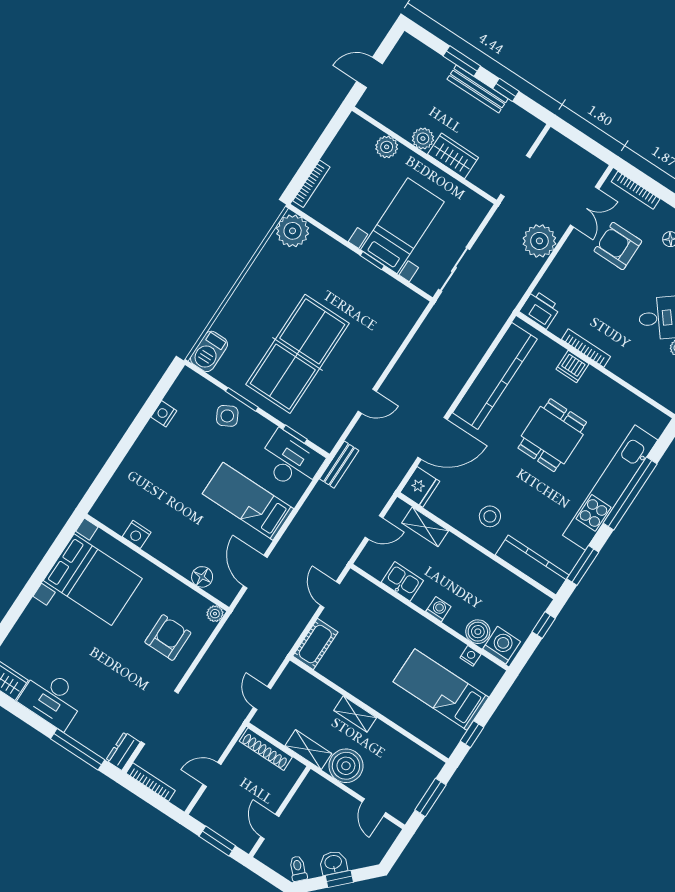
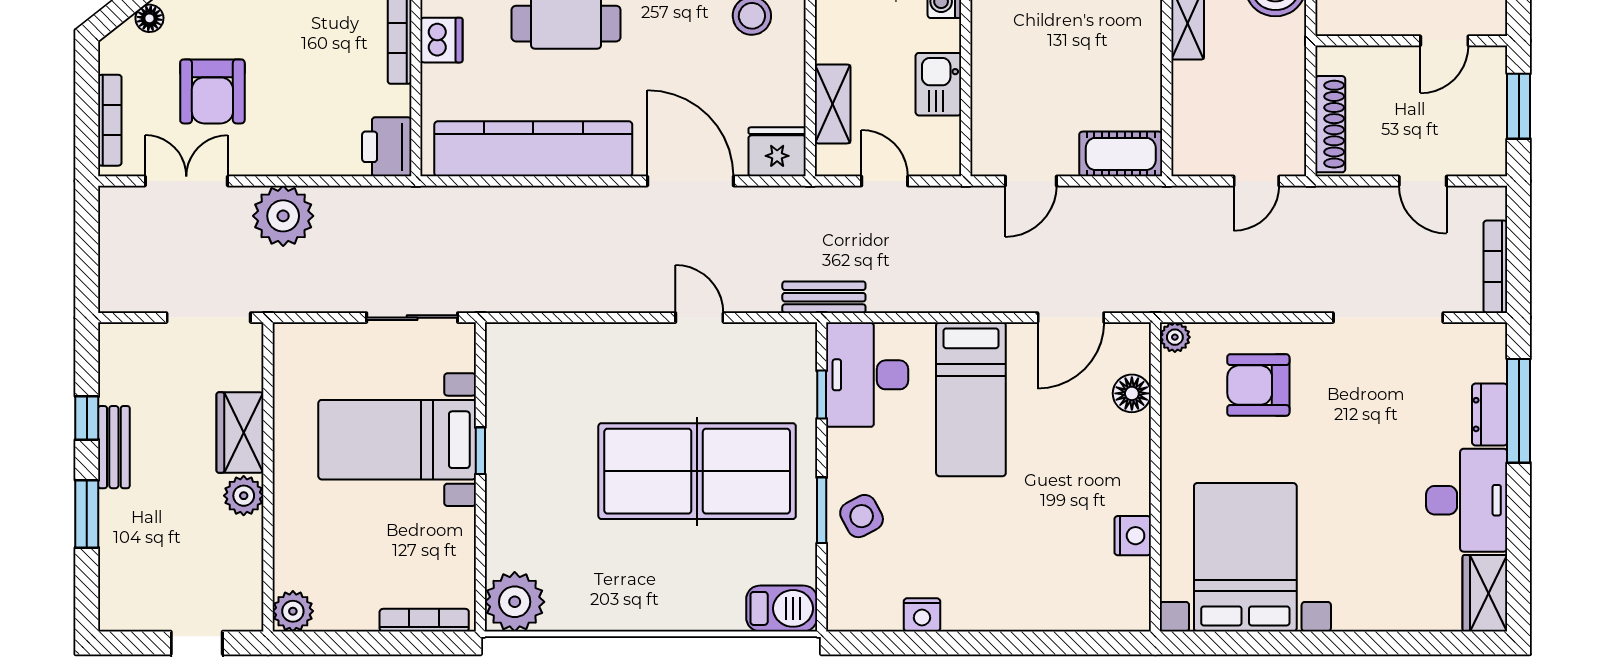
bench: (477, 89) -> (114, 447), width x0.73
plant: (387, 147) -> (293, 611), moved
shelving: (308, 750) -> (1288, 59), removed
dresser: (123, 751) -> (1490, 415), moved, turned 90

